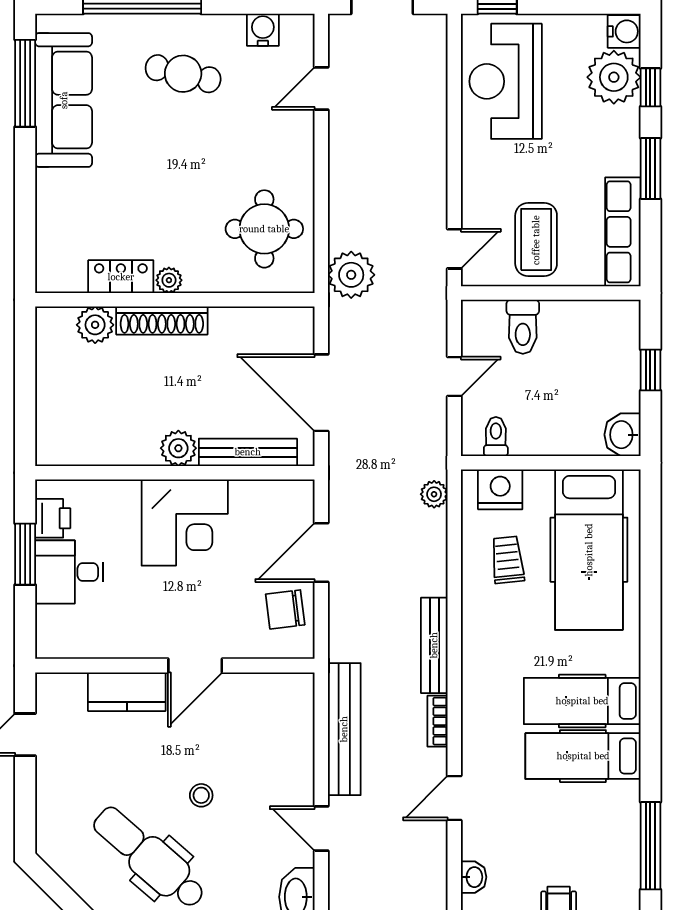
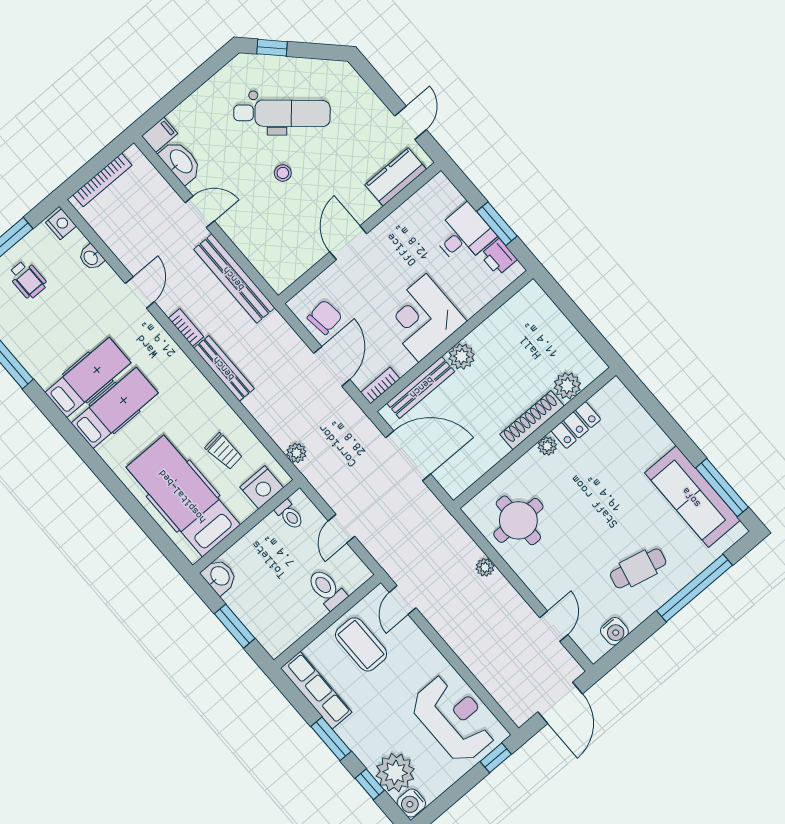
plant: (351, 275) -> (485, 567), moved, width x0.53, depth x0.53
window: (650, 370) -> (235, 626), width x1.50
bookcase: (288, 490) -> (380, 386), added
kitchen counter: (127, 692) -> (396, 177), moved

